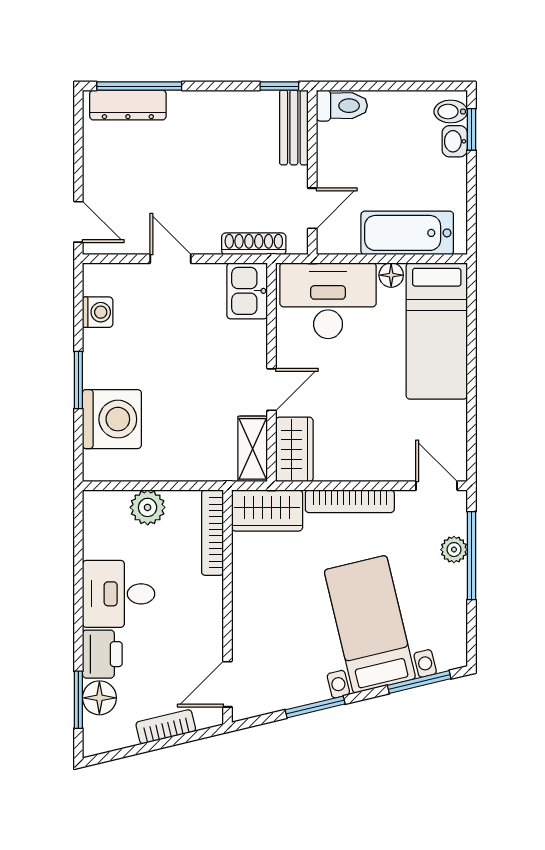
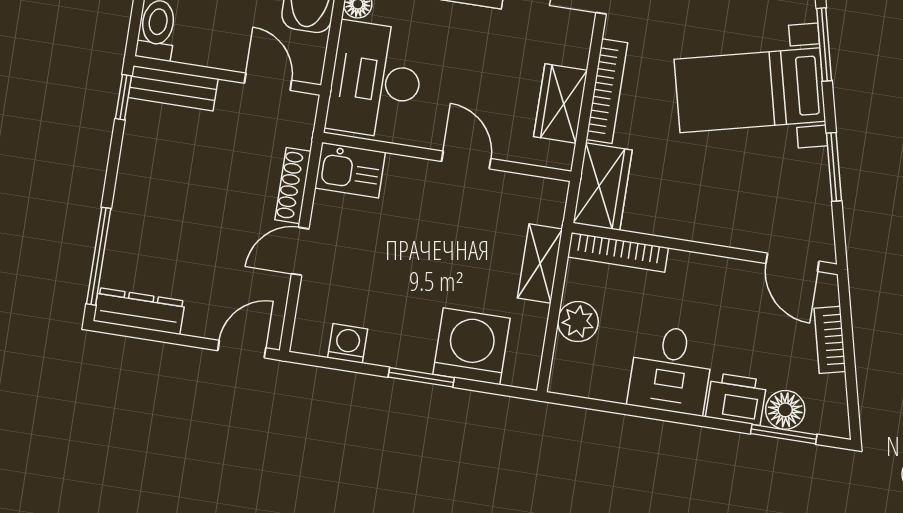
dresser: (128, 105) -> (139, 311), moved, turned -90
shoe rack: (254, 244) -> (293, 186), moved
shelving: (253, 449) -> (540, 264), moved, turned 90
wardrobe: (294, 449) -> (560, 103), moved, turned -90

